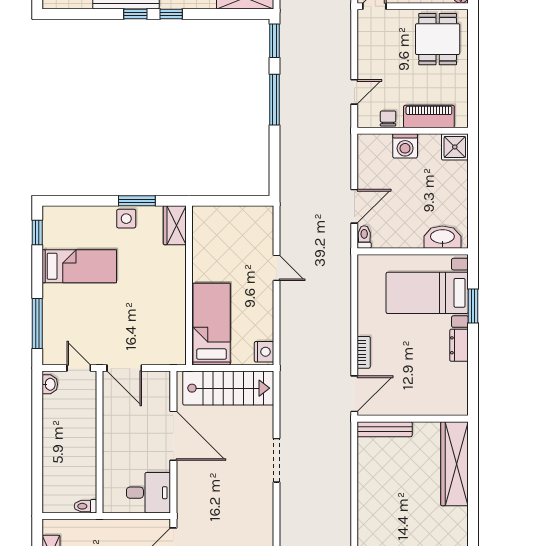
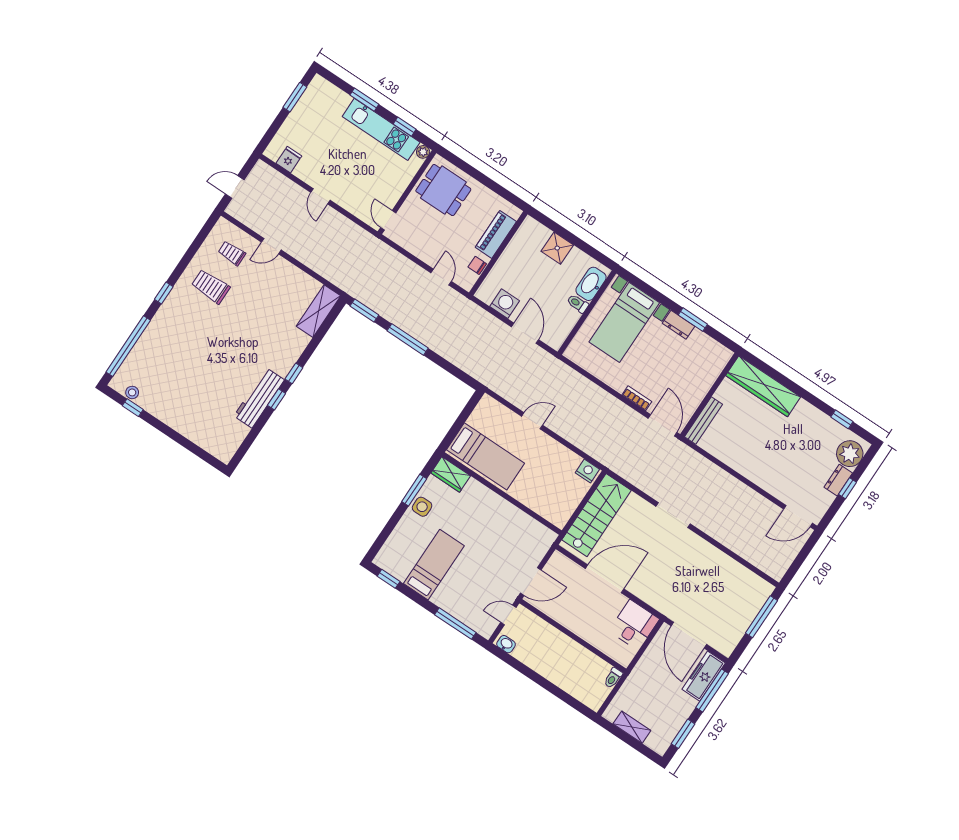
washing machine: (405, 146) -> (505, 304), moved, turned -90
shower: (455, 147) -> (557, 248), moved
toilet: (364, 237) -> (578, 304), moved
window: (473, 306) -> (693, 320), moved
bed: (212, 324) -> (486, 456), moved, turned 180

